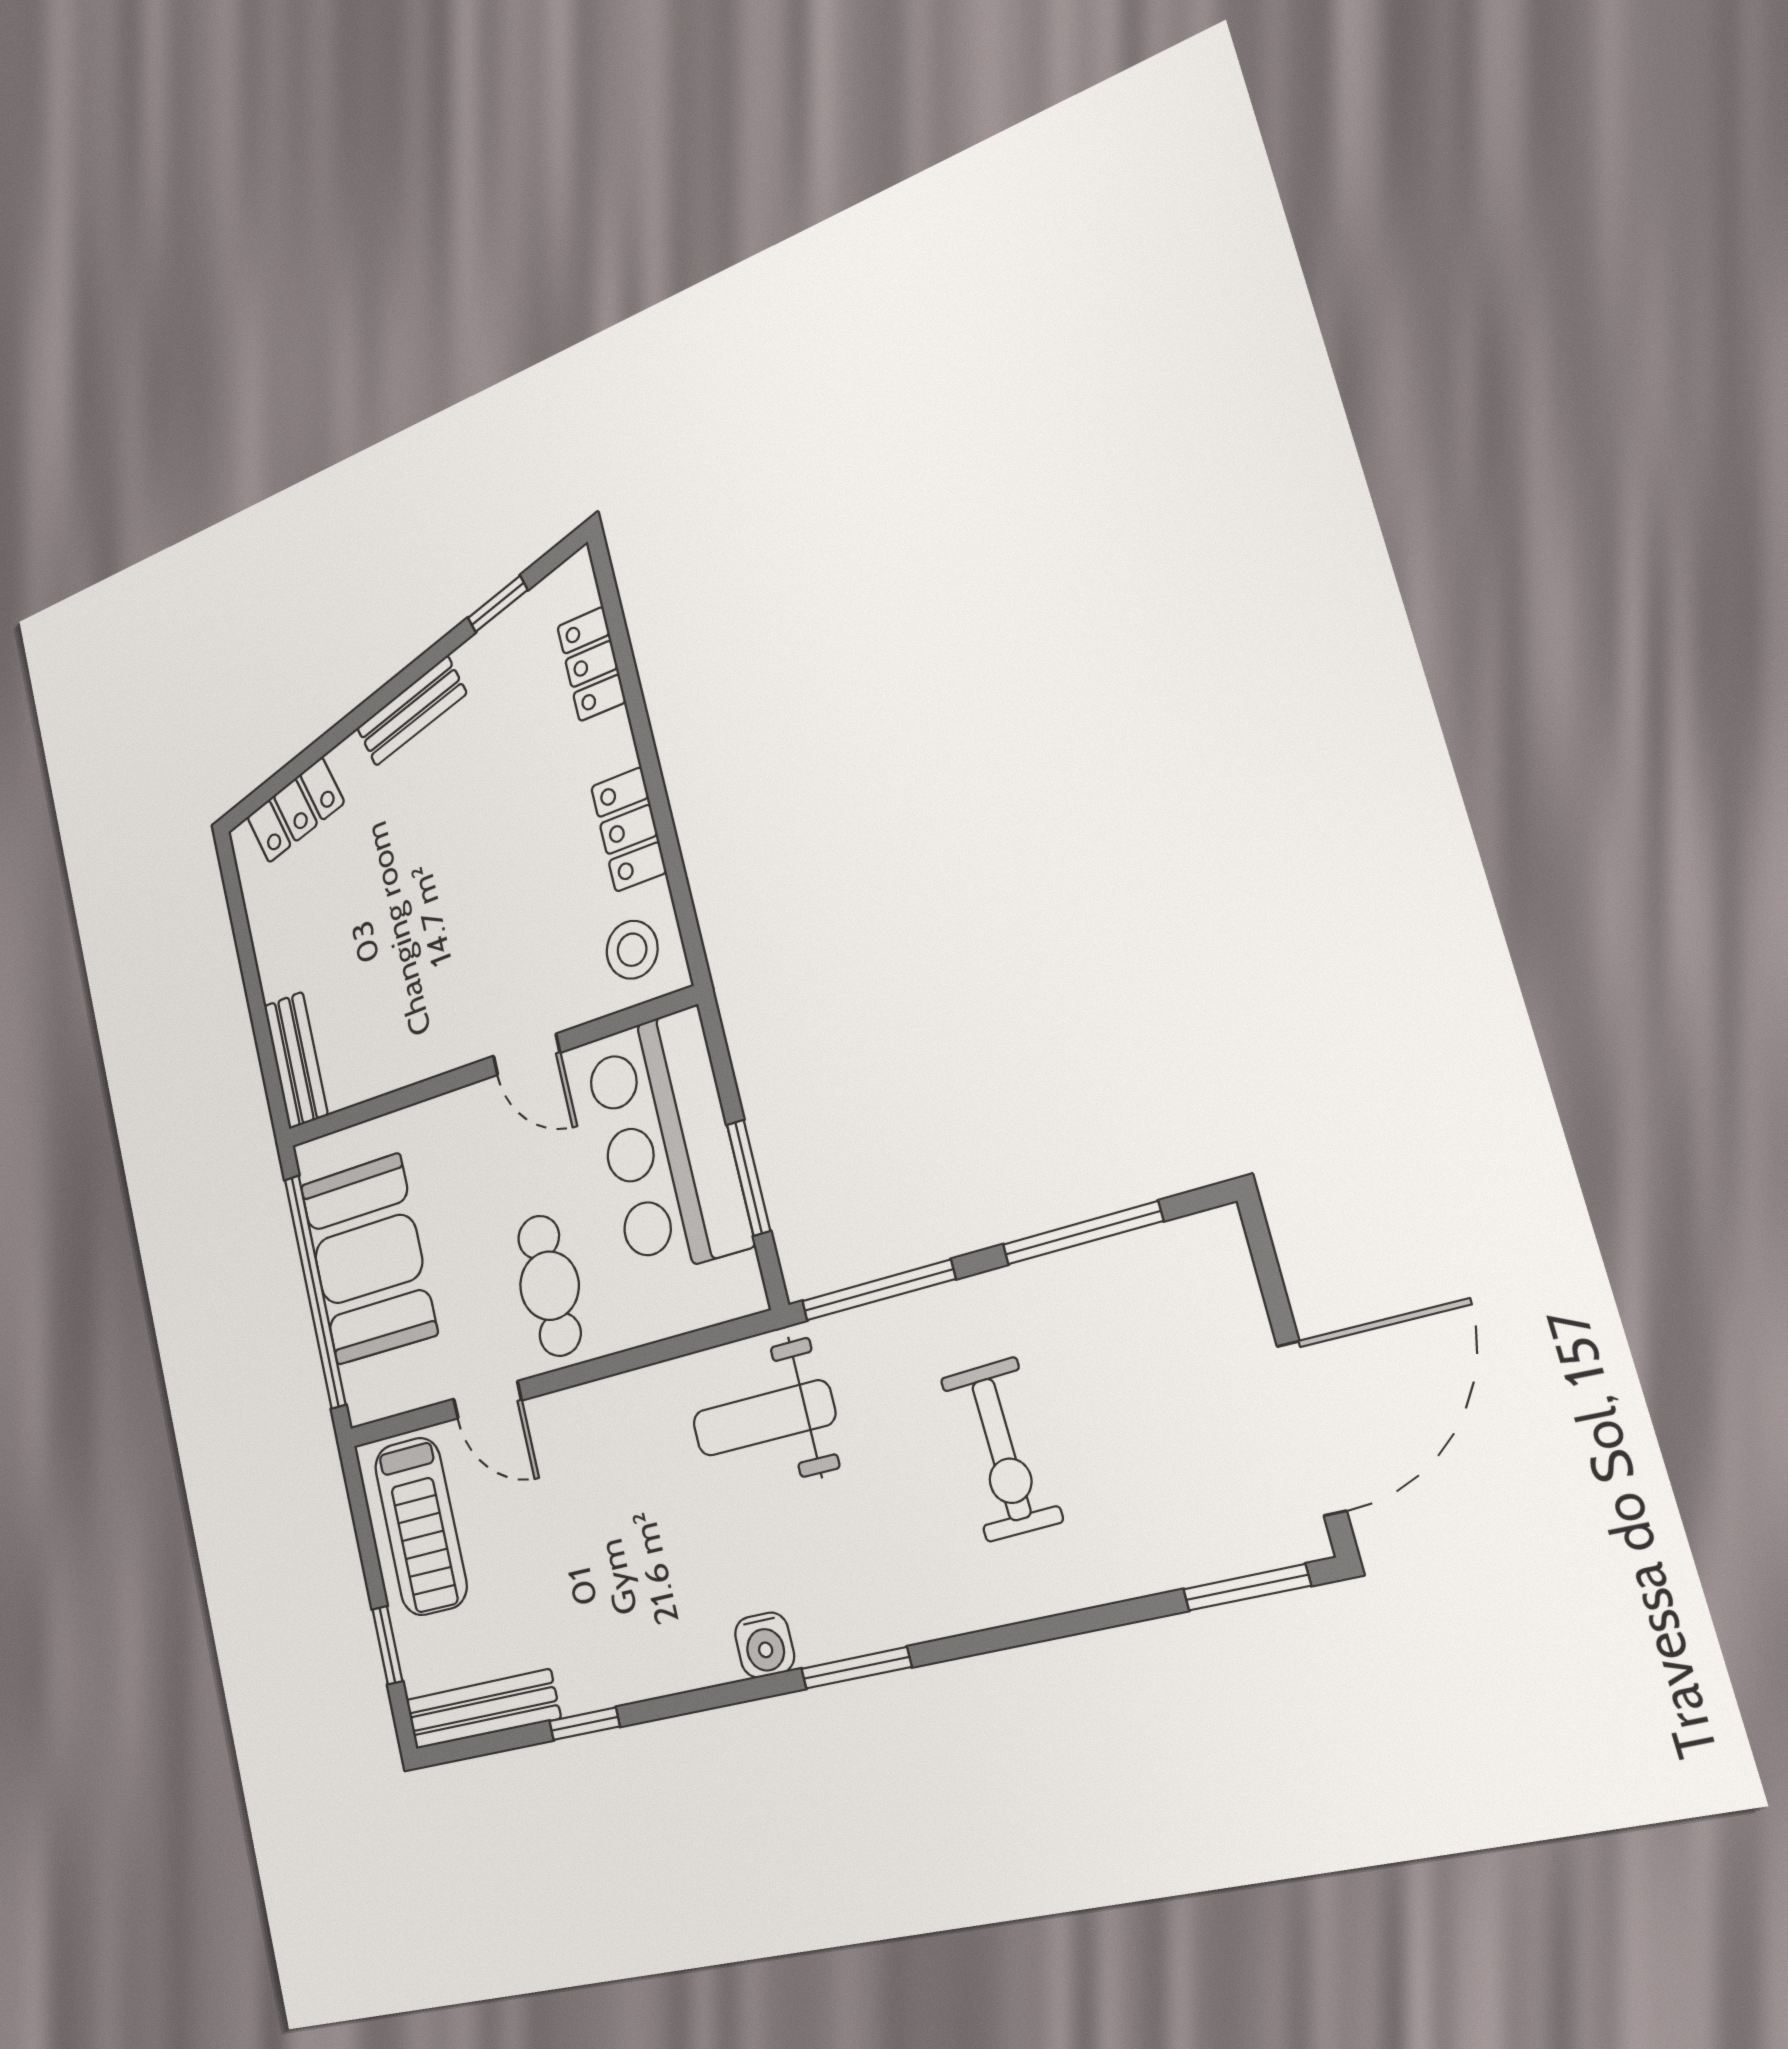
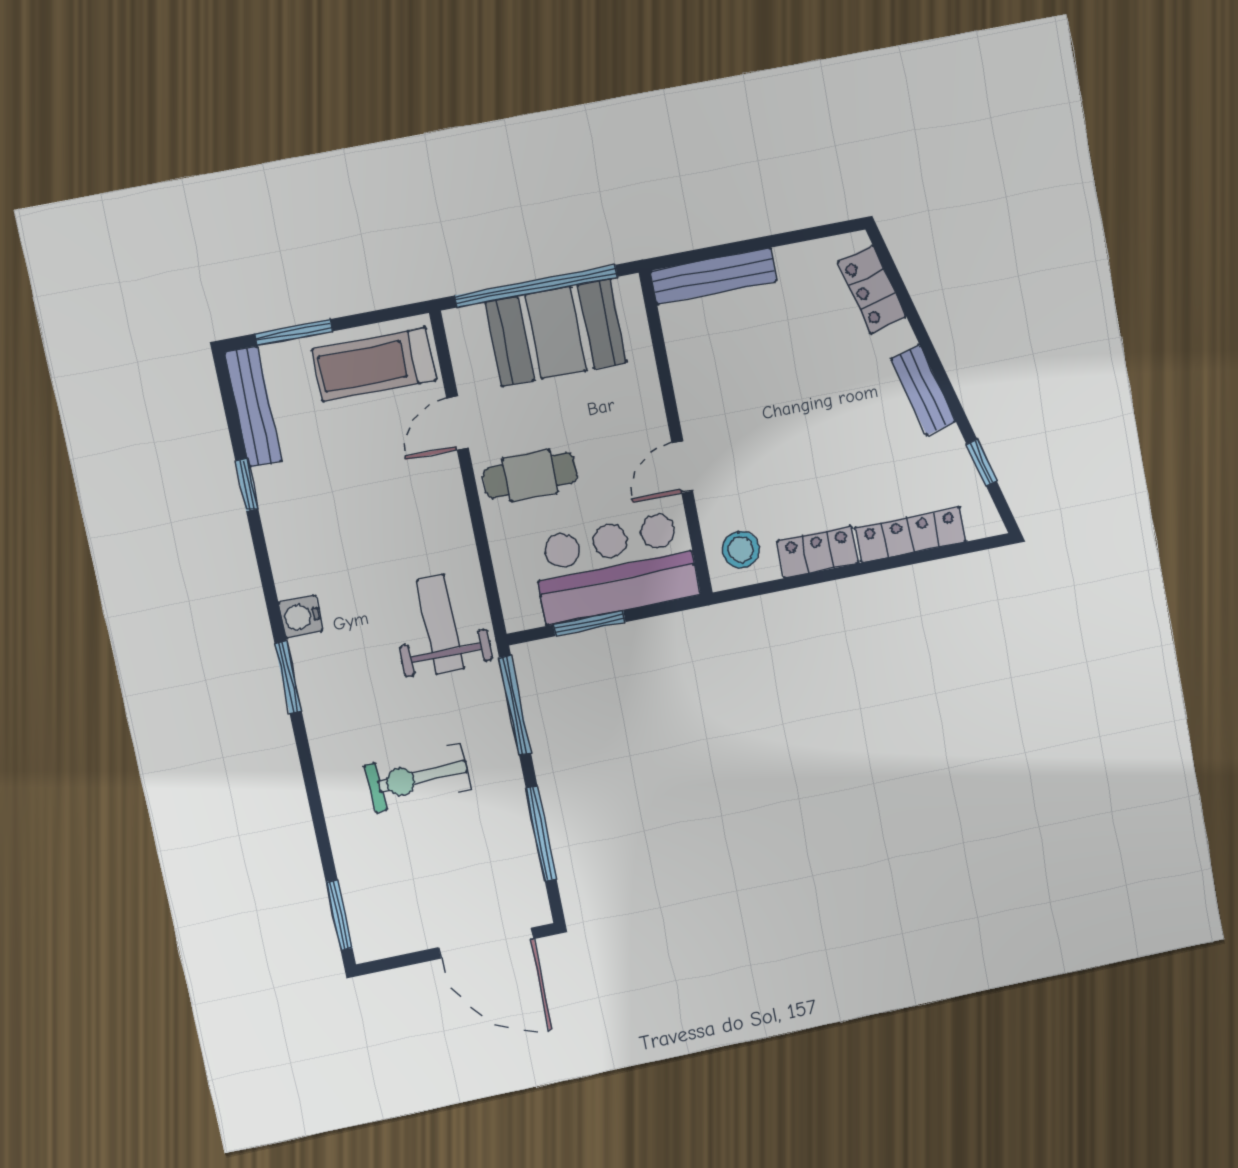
locker: (591, 664) -> (911, 535), width x1.53
bench: (296, 1060) -> (714, 276), width x1.36
door: (1312, 1428) -> (486, 943), moved
window: (387, 1645) -> (294, 332), width x1.50

